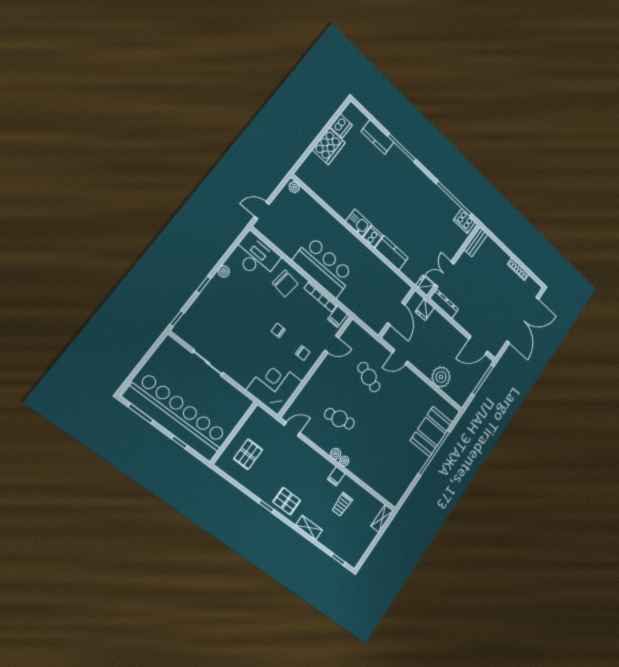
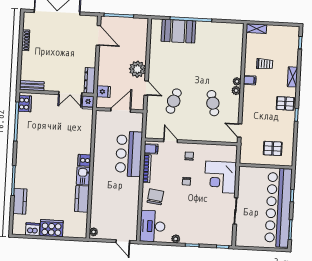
kitchen counter: (391, 253) -> (82, 199), moved
bar counter: (323, 267) -> (129, 154), moved
plant: (441, 377) -> (137, 69), moved
corner desk: (274, 386) -> (220, 177), moved
pallet: (287, 501) -> (285, 103), turned 90

